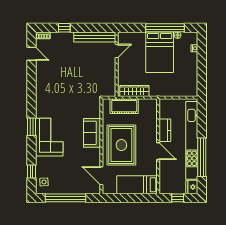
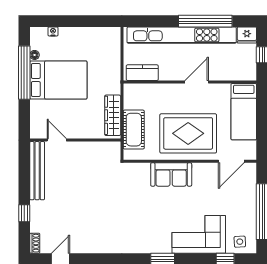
kitchen counter: (165, 130) -> (142, 73), moved
corner sofa: (49, 137) -> (199, 234), moved

